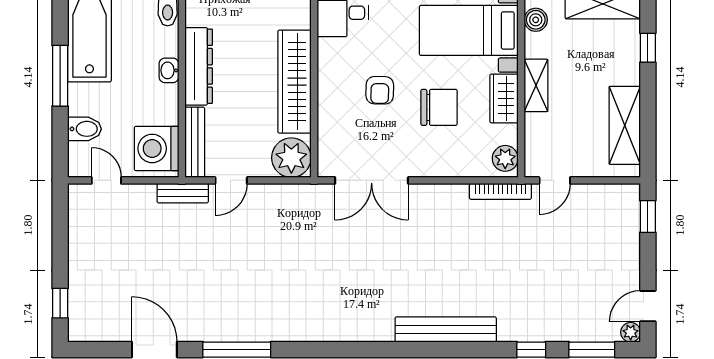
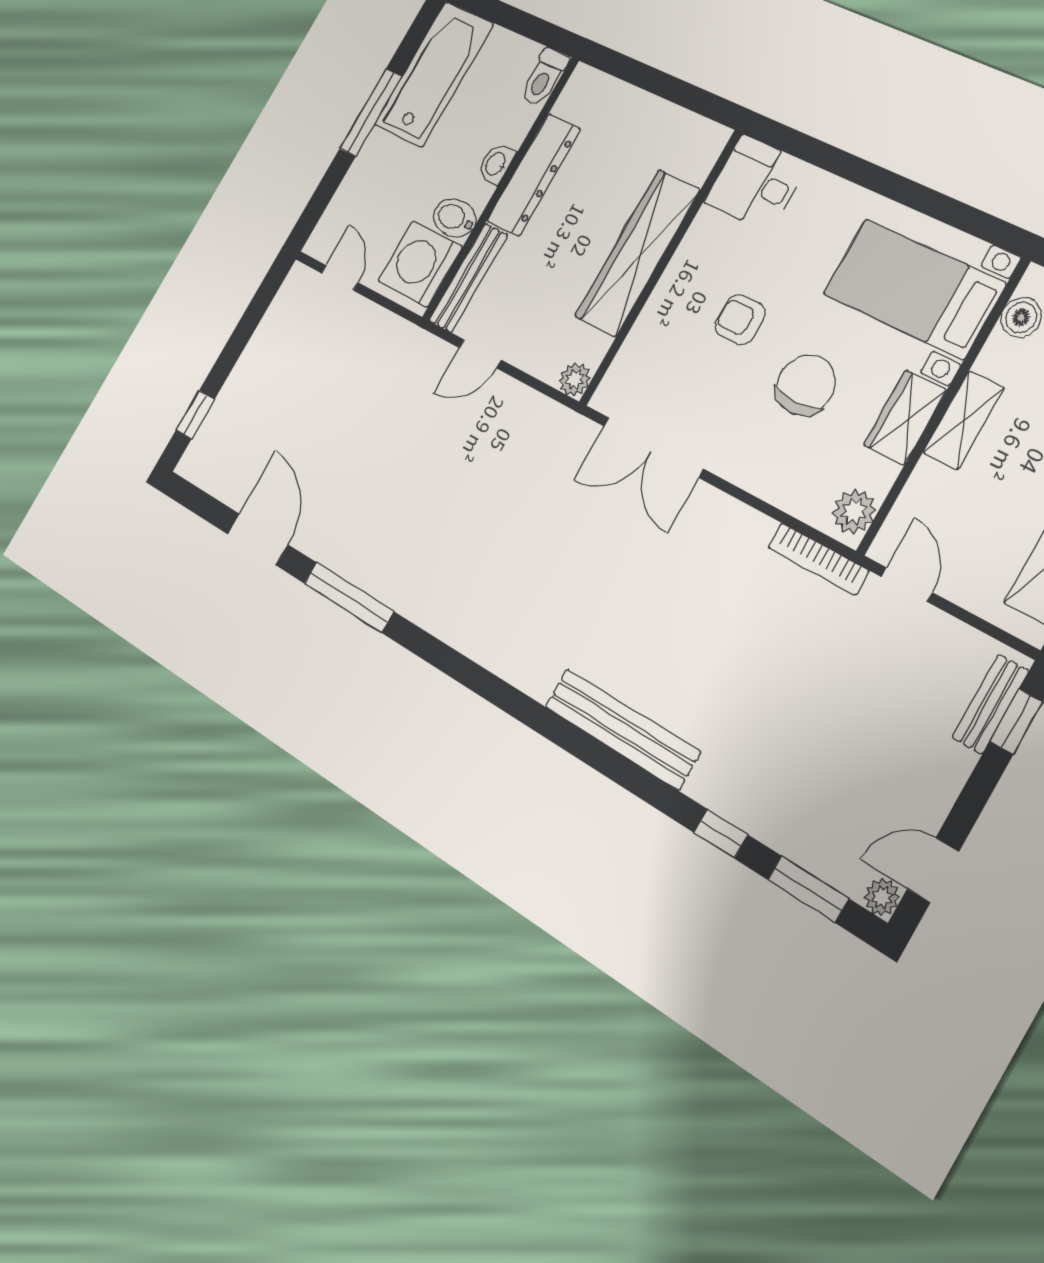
armchair: (380, 90) -> (740, 320), turned 89
chair: (439, 107) -> (806, 385), turned -90
bidet: (84, 129) -> (455, 218), moved, turned 180
plant: (291, 158) -> (575, 379), width x0.53, depth x0.53
door: (555, 180) -> (907, 584), swing flipped
bench: (183, 193) -> (990, 704), moved, turned 90

